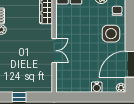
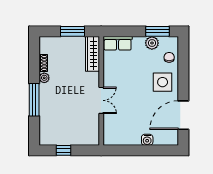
plant: (121, 88) -> (173, 140), removed

